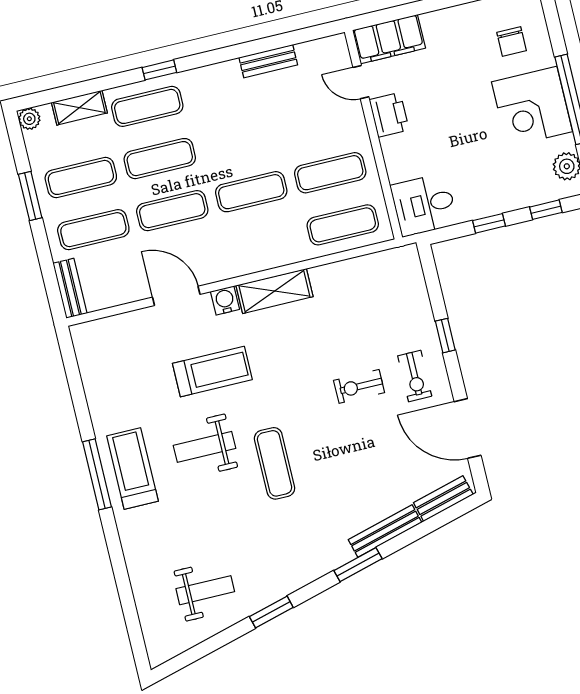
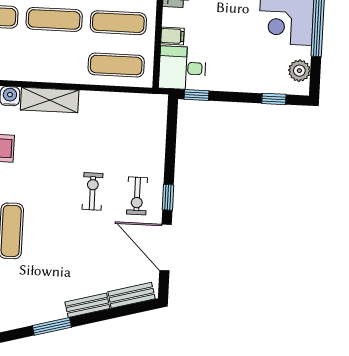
filing cabinet: (401, 170) -> (172, 36), added
window: (489, 223) -> (197, 95), moved
window: (445, 336) -> (168, 197), moved
exercise bike: (359, 386) -> (92, 191), turned 90
bench: (385, 531) -> (87, 305), width x0.73

